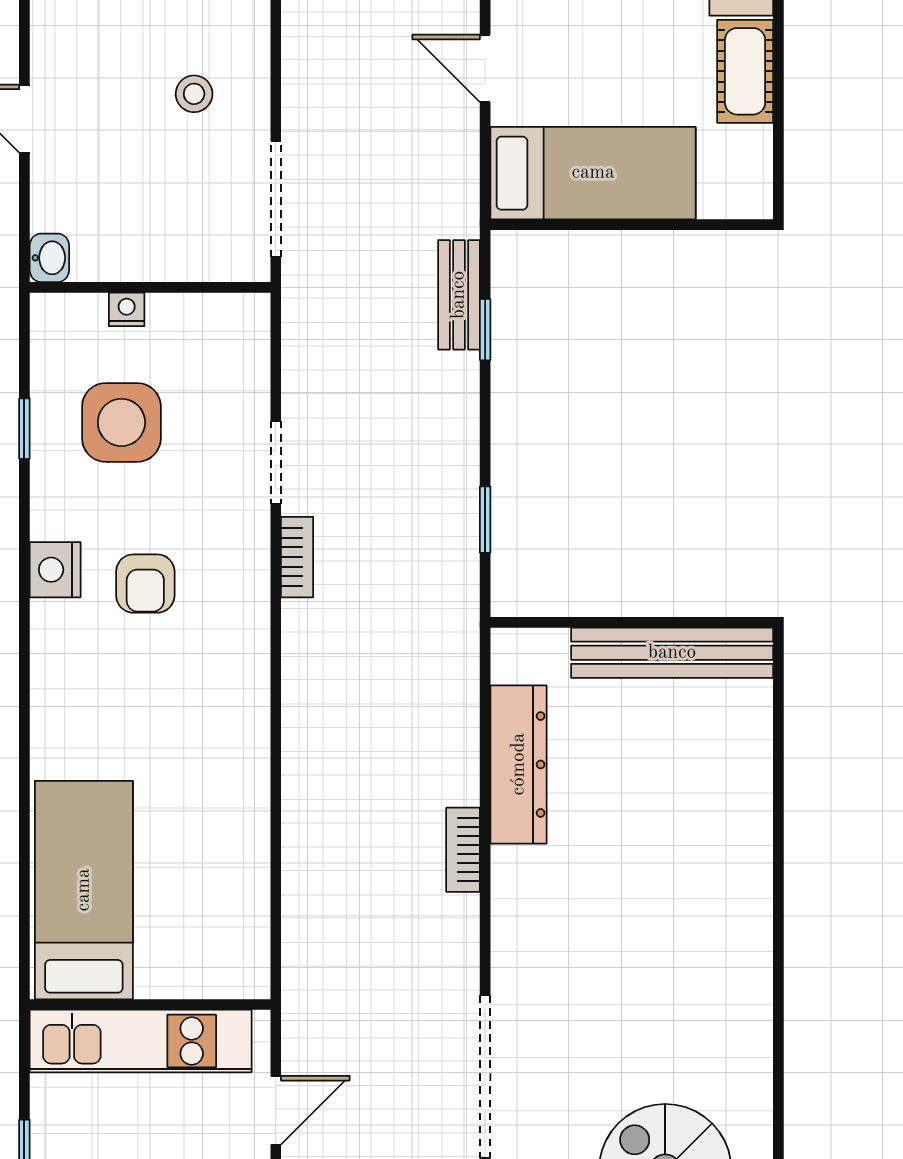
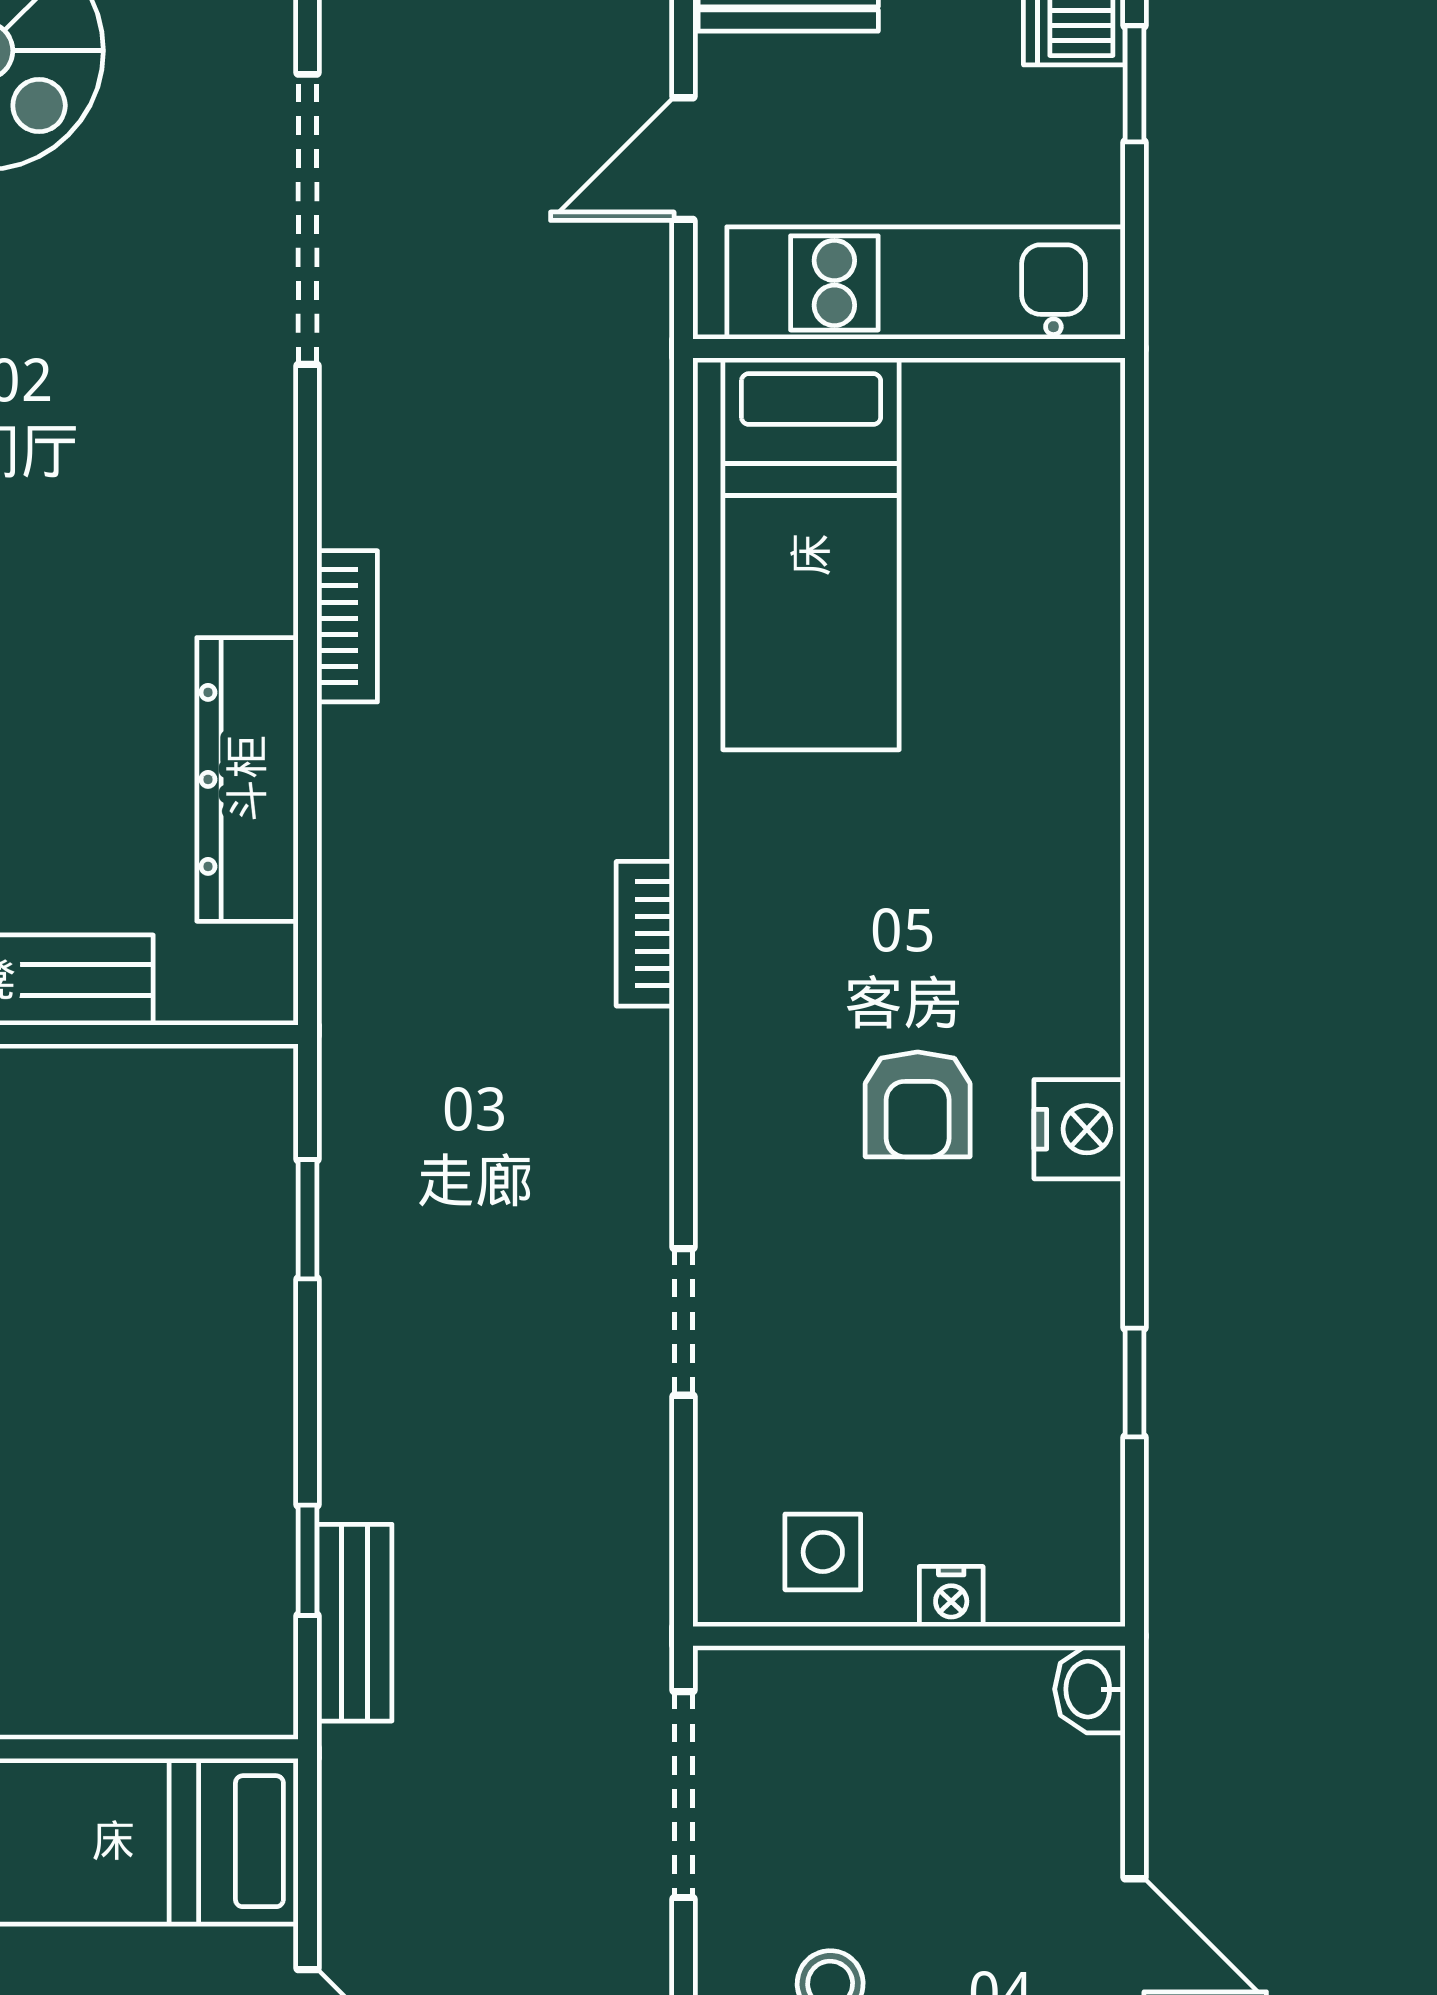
side table: (121, 422) -> (823, 1552), moved, width x0.54, depth x0.54
bookcase: (297, 557) -> (645, 934), moved
armchair: (145, 584) -> (918, 1104), turned 180
bed: (84, 890) -> (811, 554), moved

